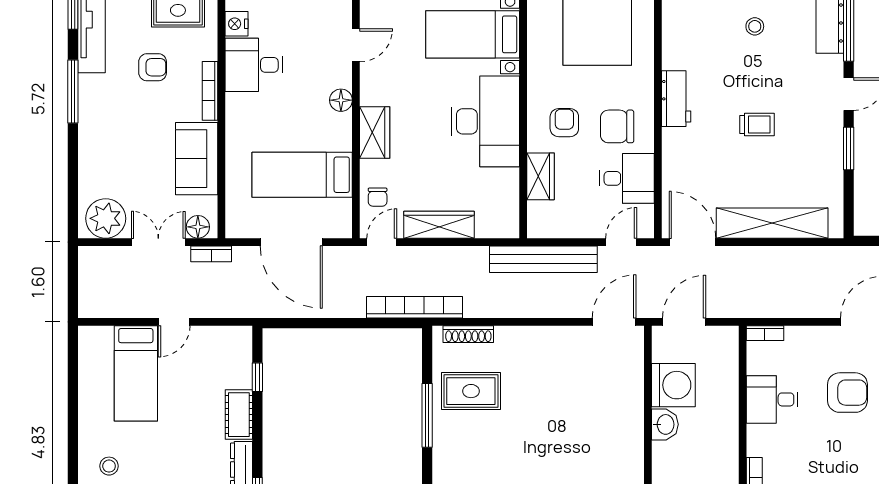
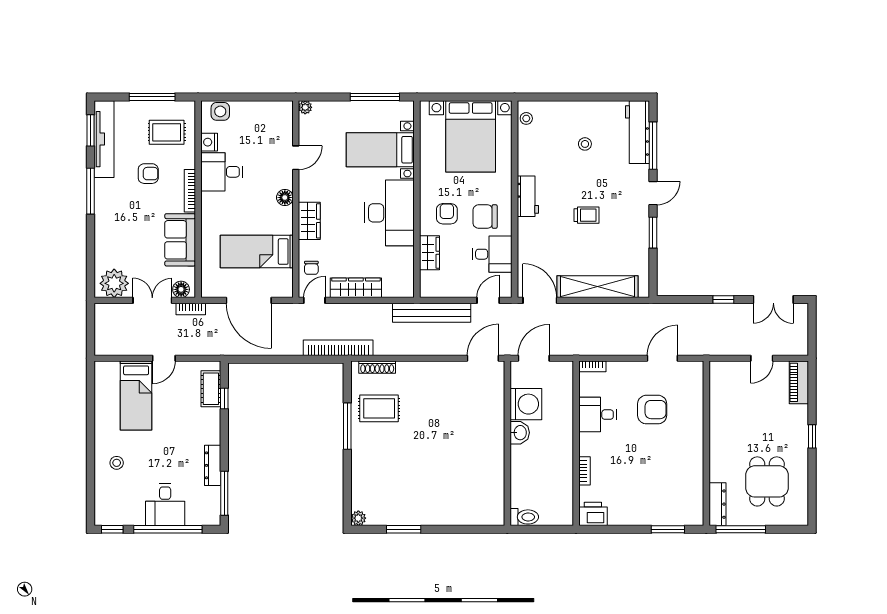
cot: (239, 415) -> (211, 389), moved

